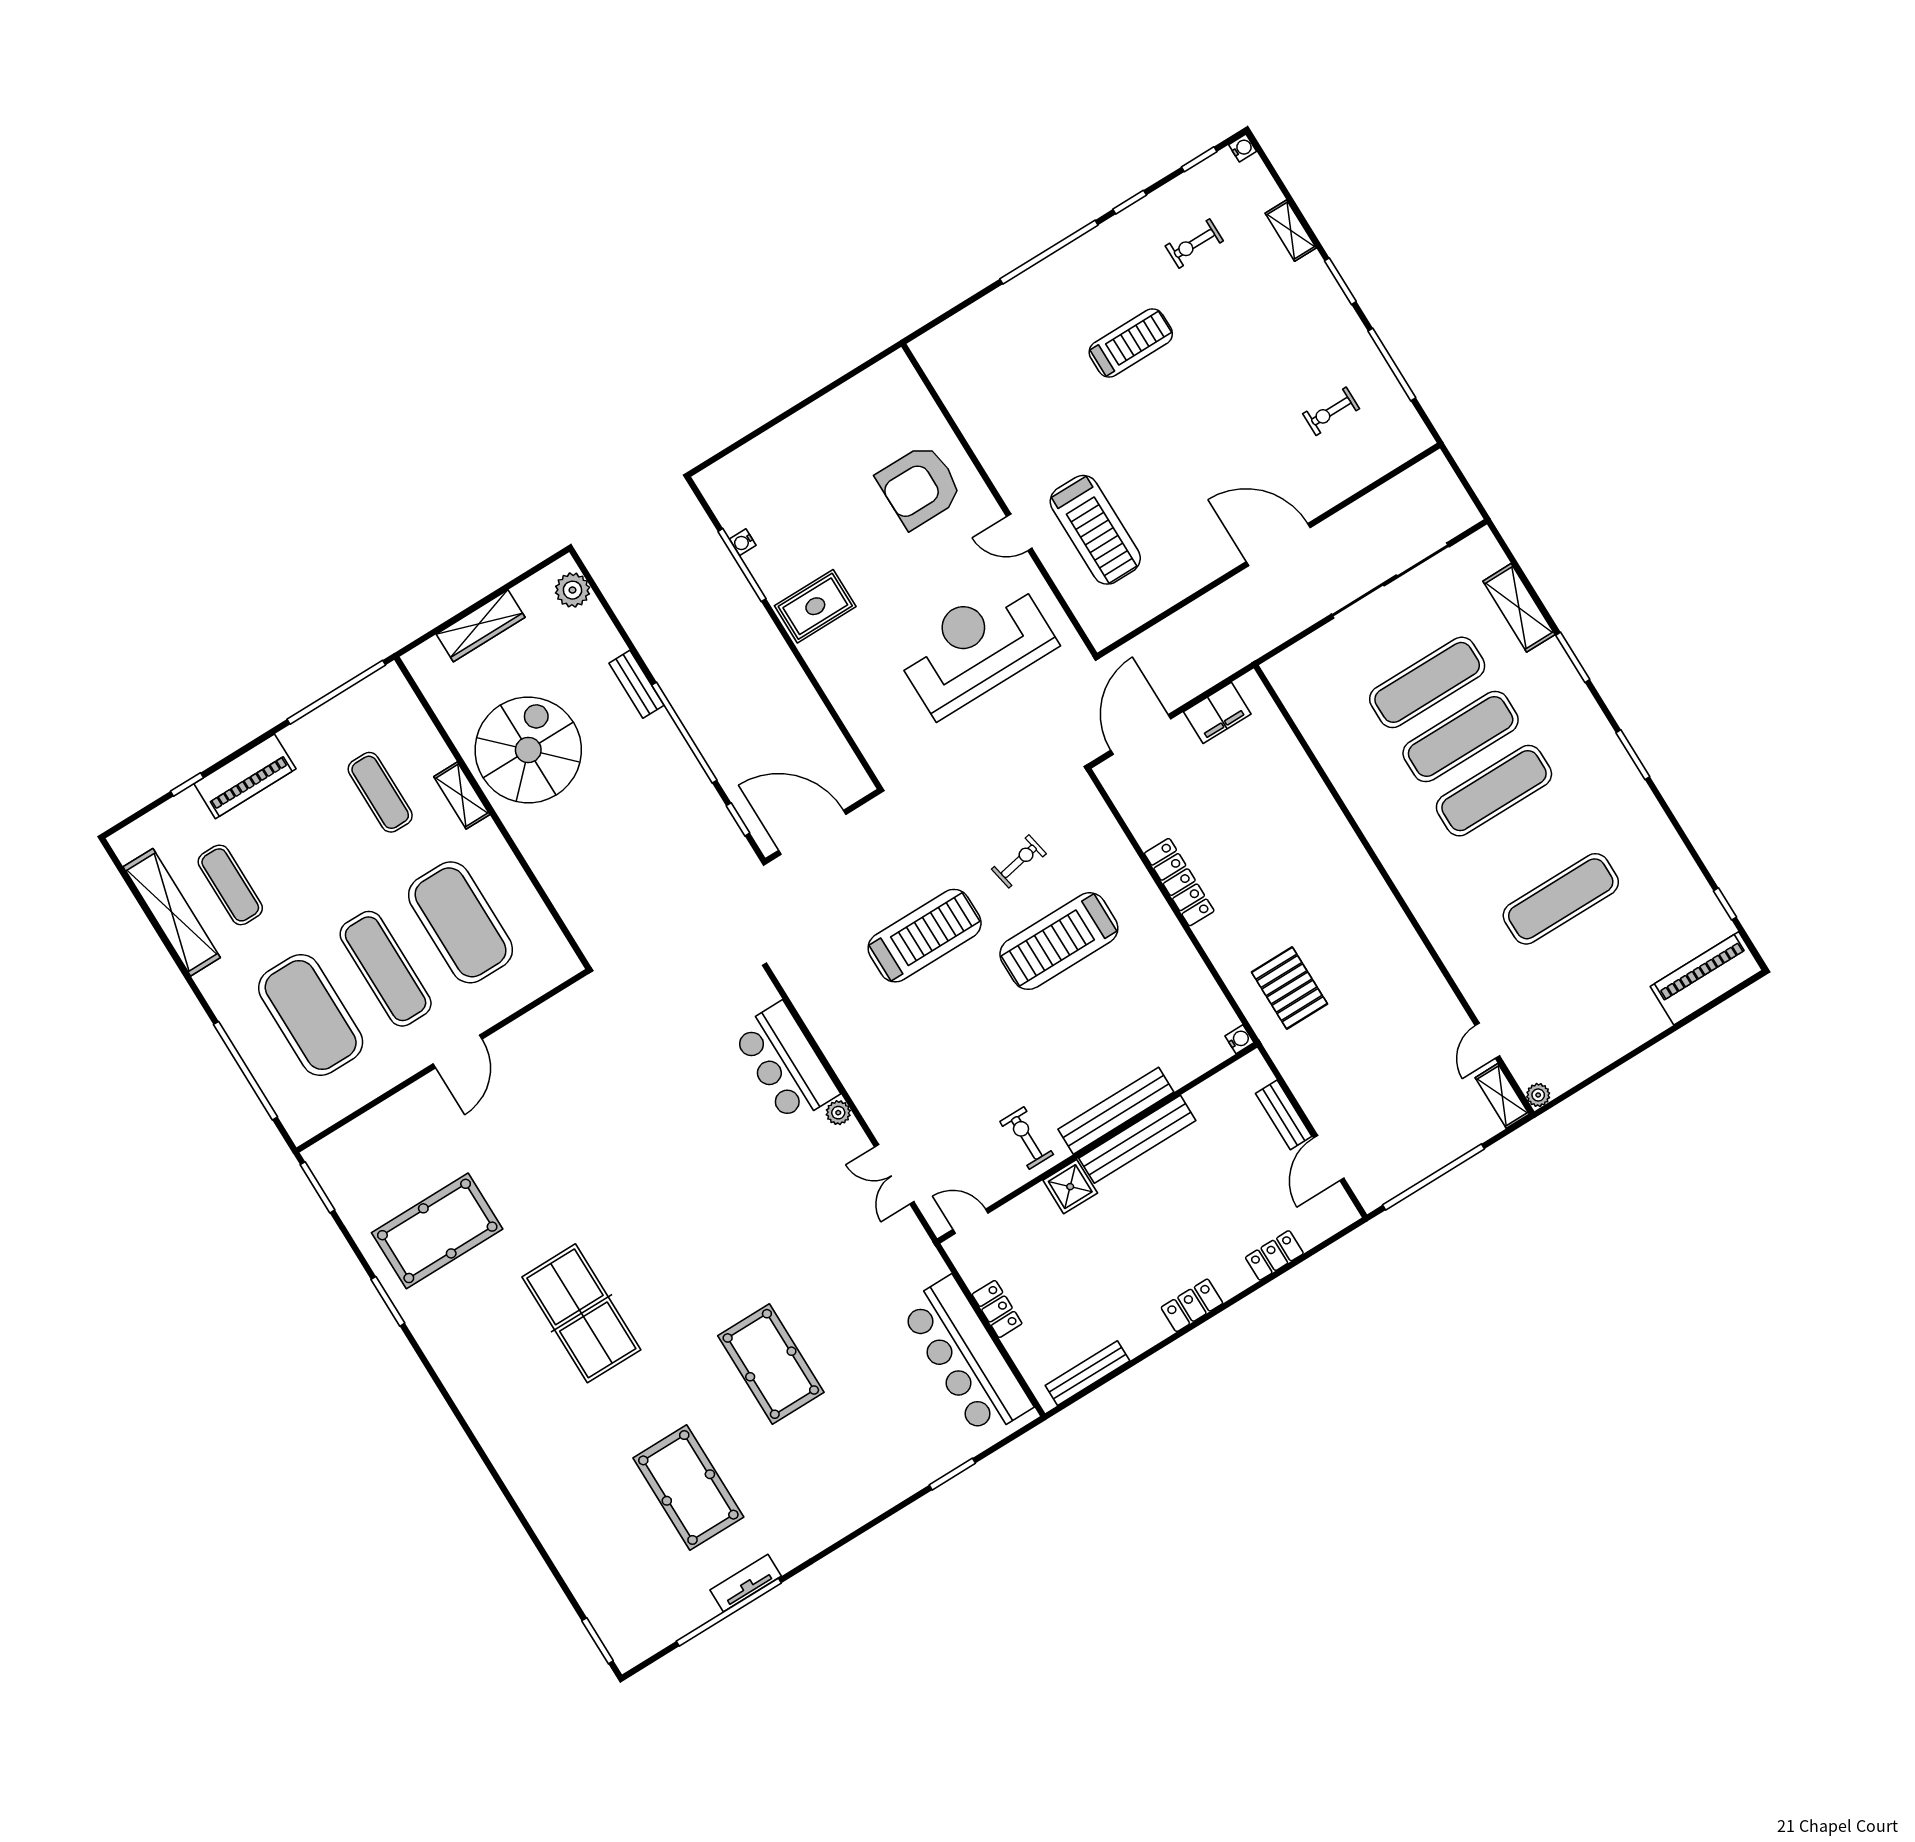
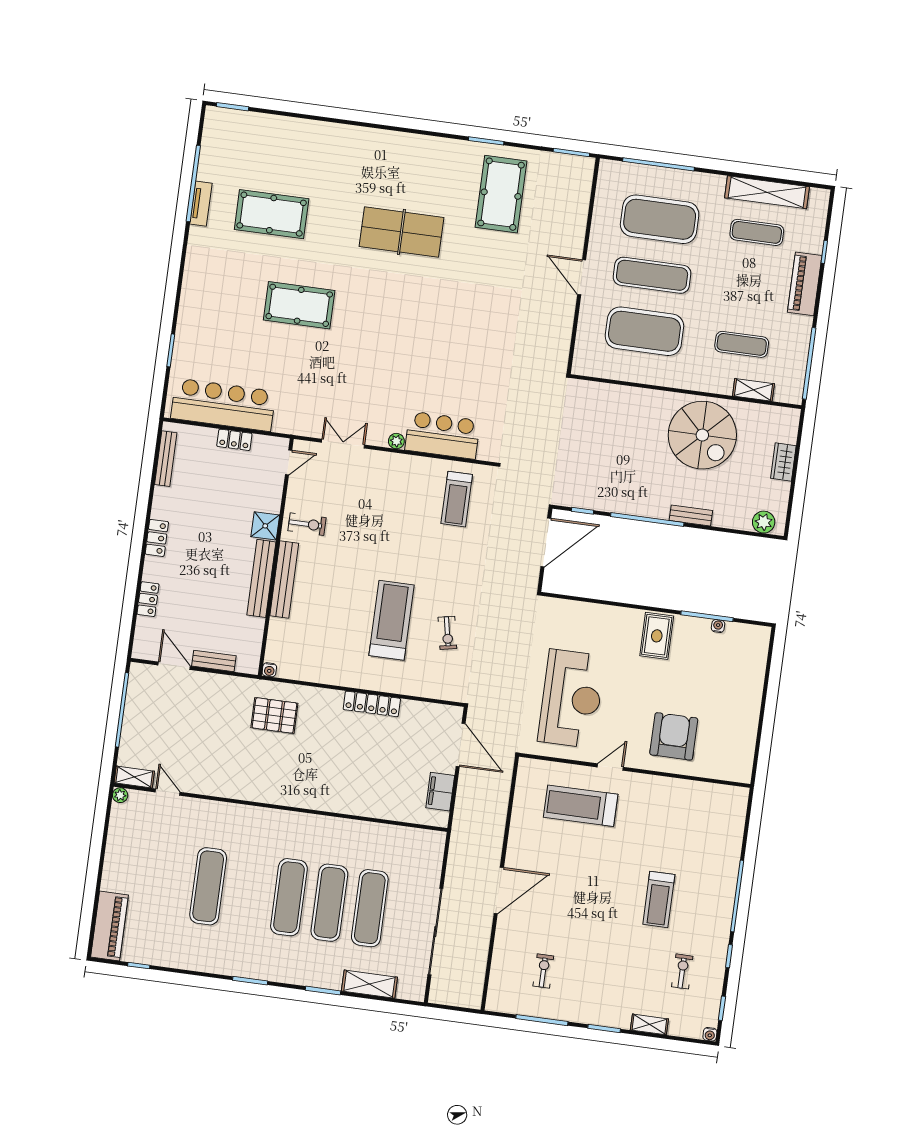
wardrobe: (481, 626) -> (783, 462), width x0.67
shelving: (462, 796) -> (753, 390), moved
treadmill: (925, 936) -> (457, 499), moved, width x0.73, depth x0.73

